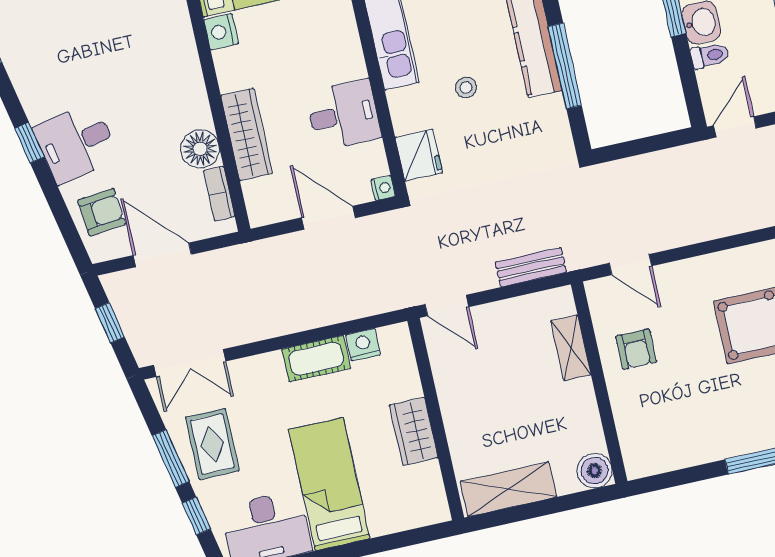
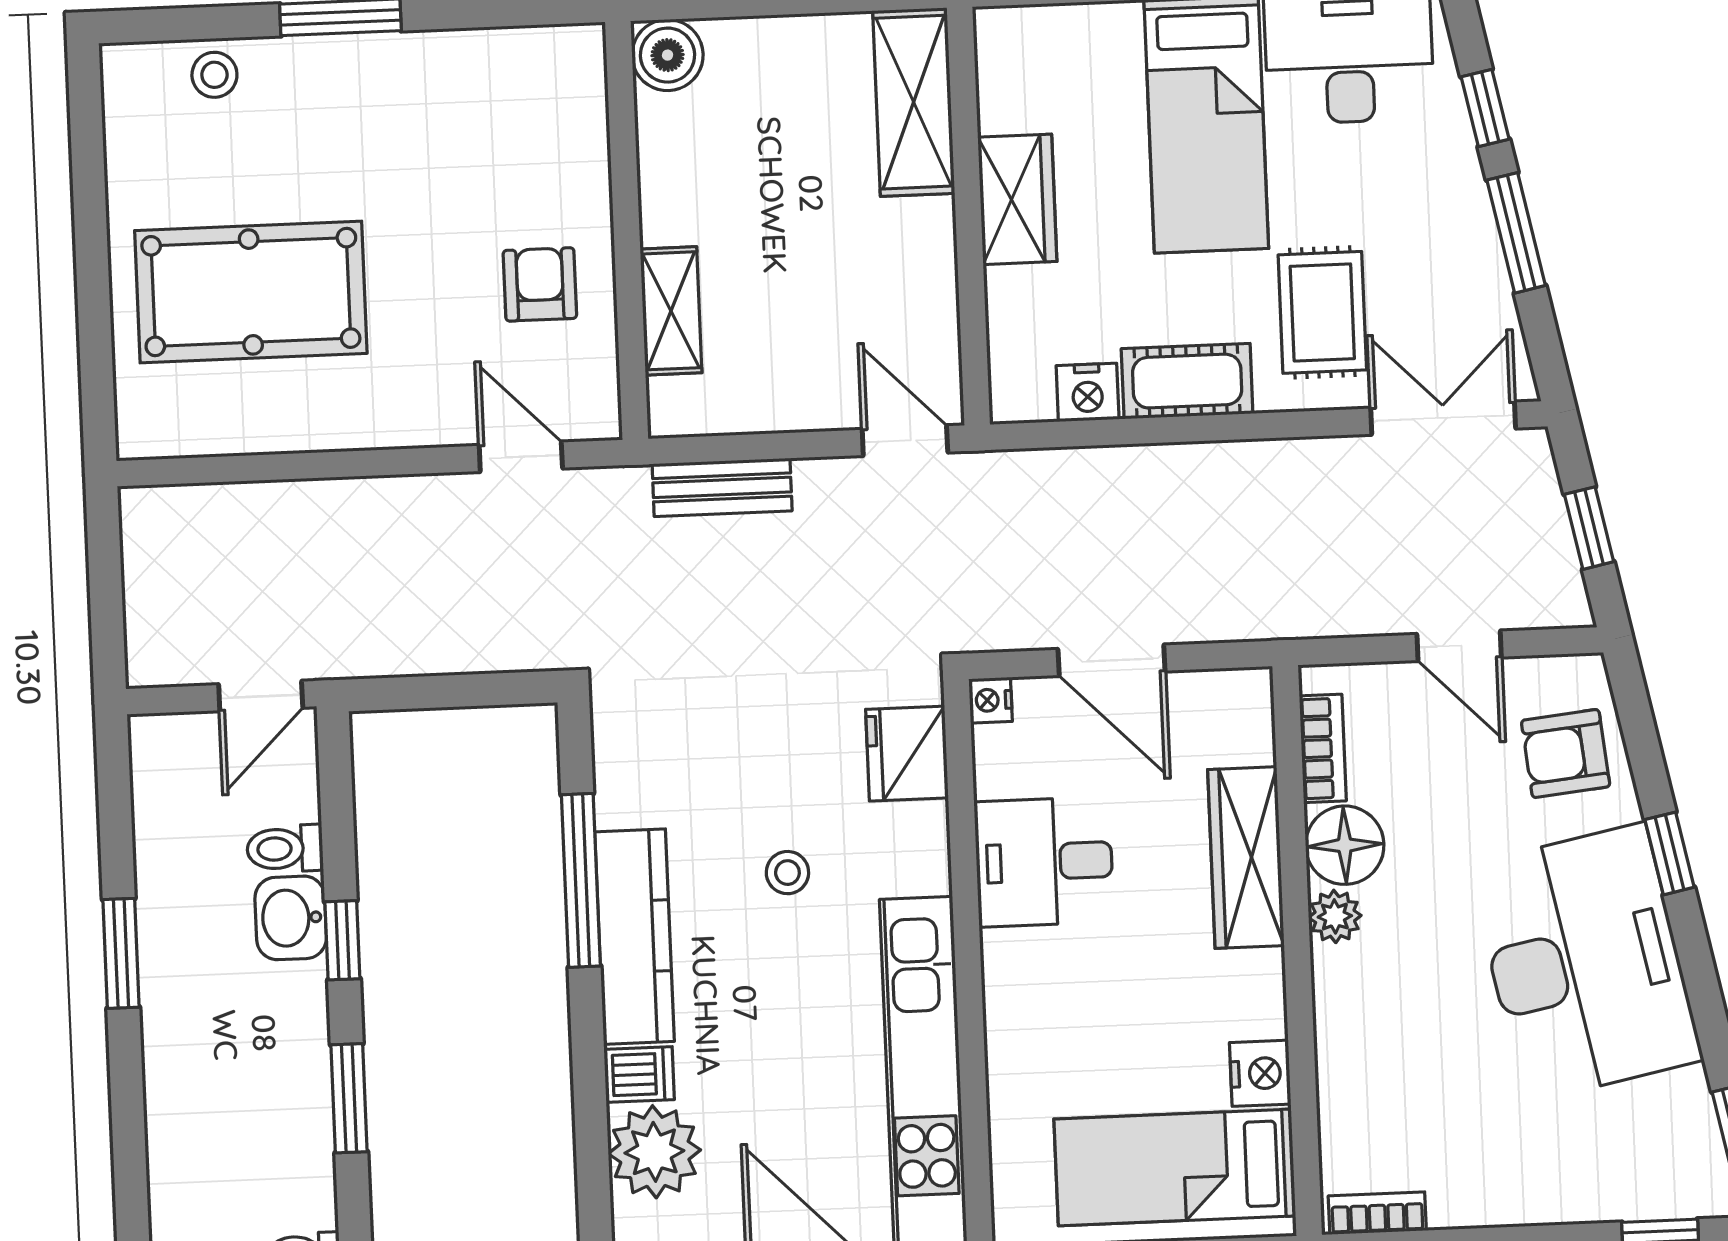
plant: (199, 114) -> (1335, 916), added
window: (29, 143) -> (1669, 853), moved
desk: (76, 143) -> (1585, 963), width x1.87, depth x1.30
door: (162, 255) -> (1459, 646), width x0.73
rug: (212, 444) -> (1322, 312), moved
shelving: (508, 489) -> (914, 102), moved, turned 90

